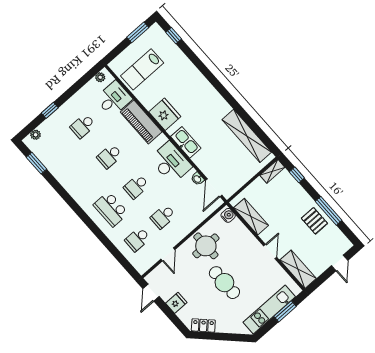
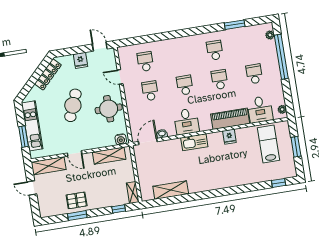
window: (138, 32) -> (296, 147), moved
window: (50, 110) -> (281, 57), width x3.17
fridge: (165, 114) -> (229, 137), width x0.53, depth x0.75
shelving: (247, 136) -> (171, 190), width x0.68
window: (37, 163) -> (235, 25), moved
desk: (171, 163) -> (186, 122), width x0.73
door: (214, 188) -> (148, 142), hinge flipped
school desk: (111, 209) -> (215, 50), moved, width x0.54
window: (329, 211) -> (77, 216), width x0.69
door: (340, 263) -> (32, 188), moved
cafe table: (224, 283) -> (73, 105), turned -68
locker: (203, 325) -> (48, 74), width x1.53

